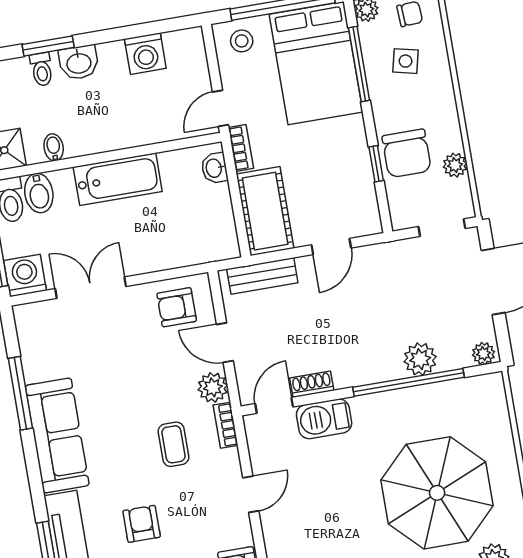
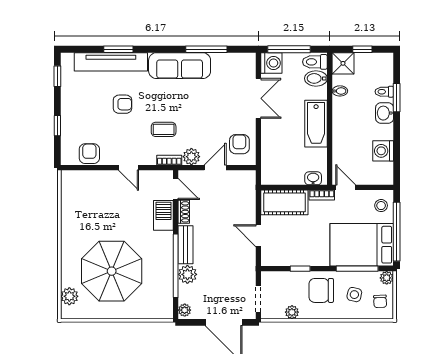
chair: (407, 153) -> (321, 290), moved
bench: (262, 276) -> (185, 245), moved

